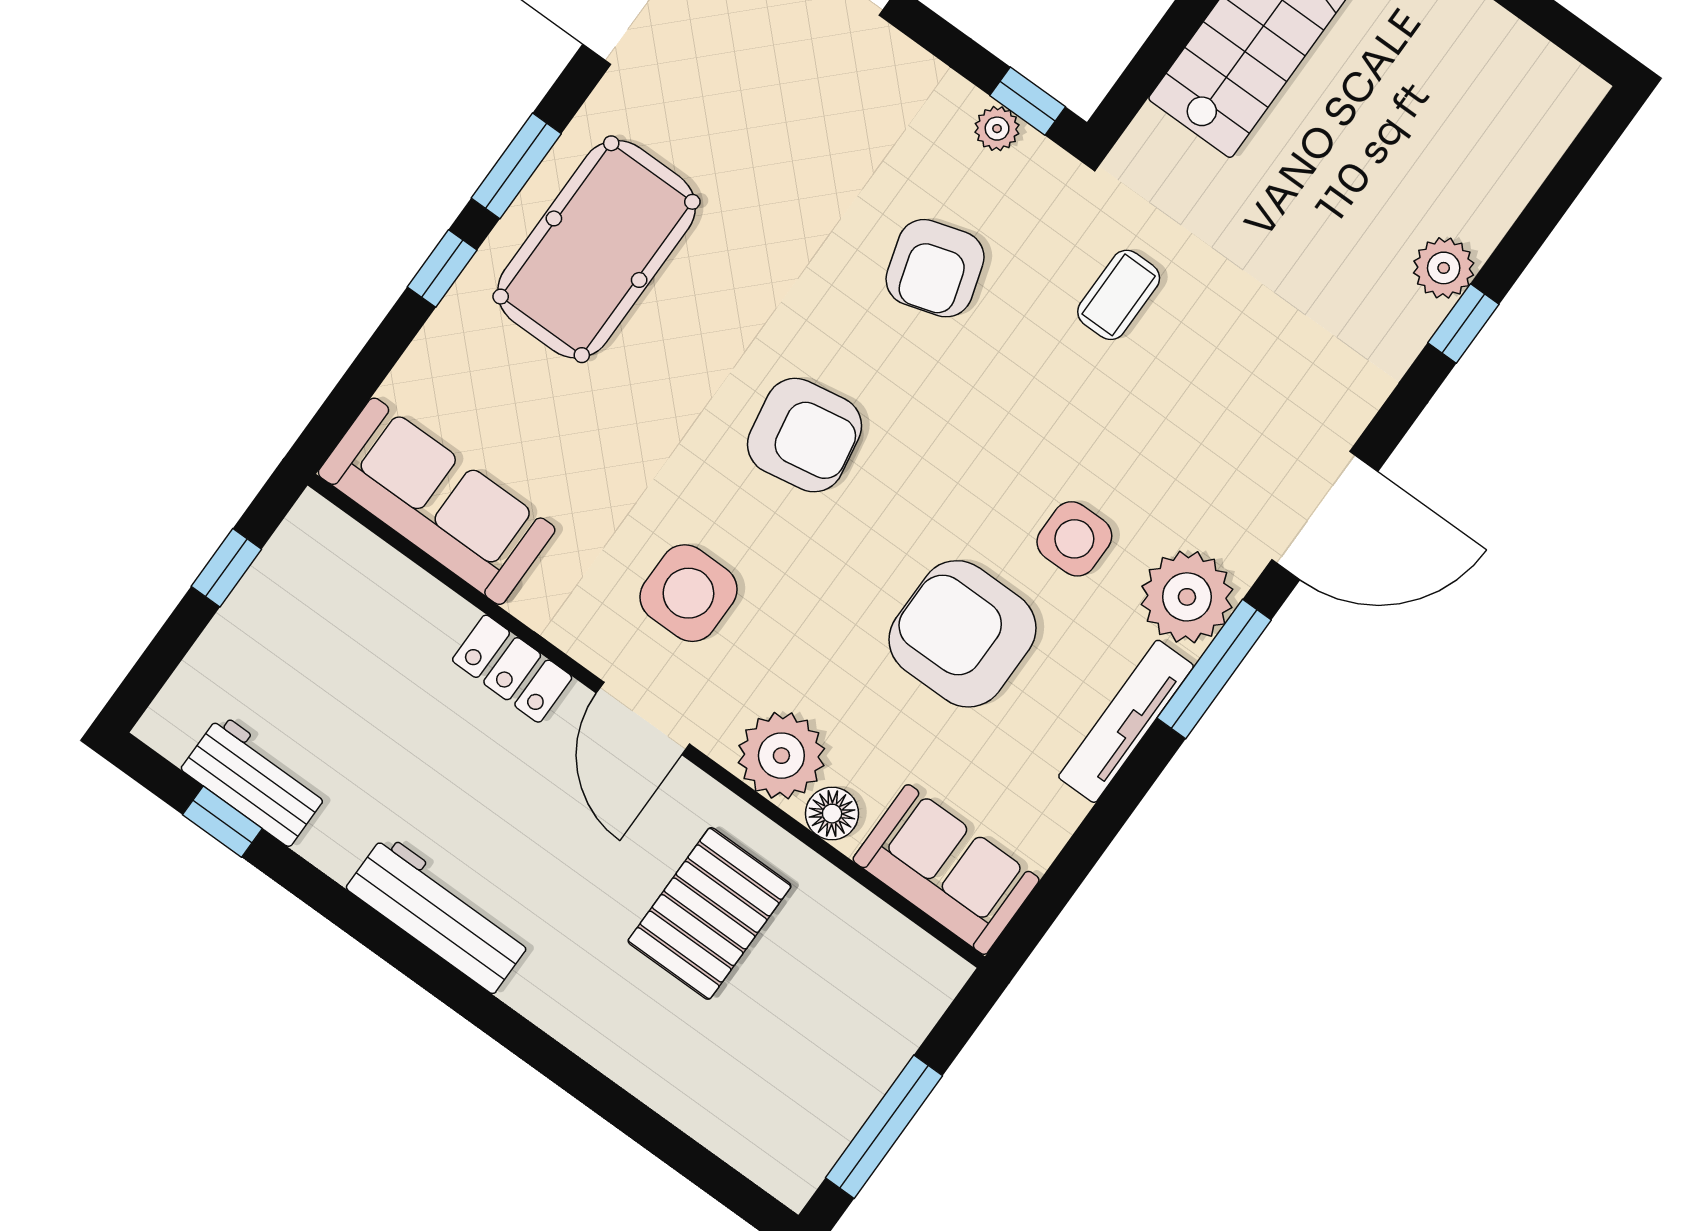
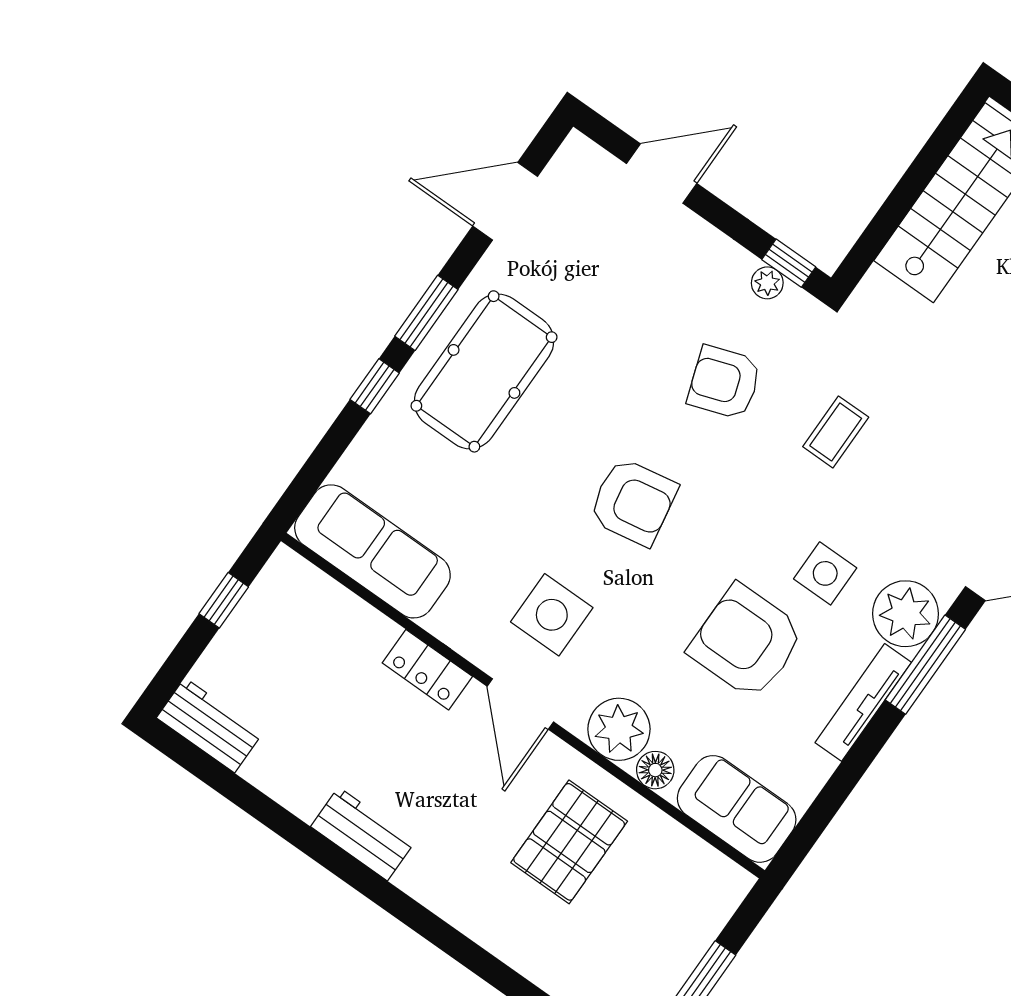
armchair: (935, 268) -> (724, 382), turned 88
coffee table: (1119, 295) -> (836, 432), moved
workbench: (255, 780) -> (210, 725), moved
window: (222, 822) -> (223, 780), removed
workbench: (439, 914) -> (363, 834), width x0.73

